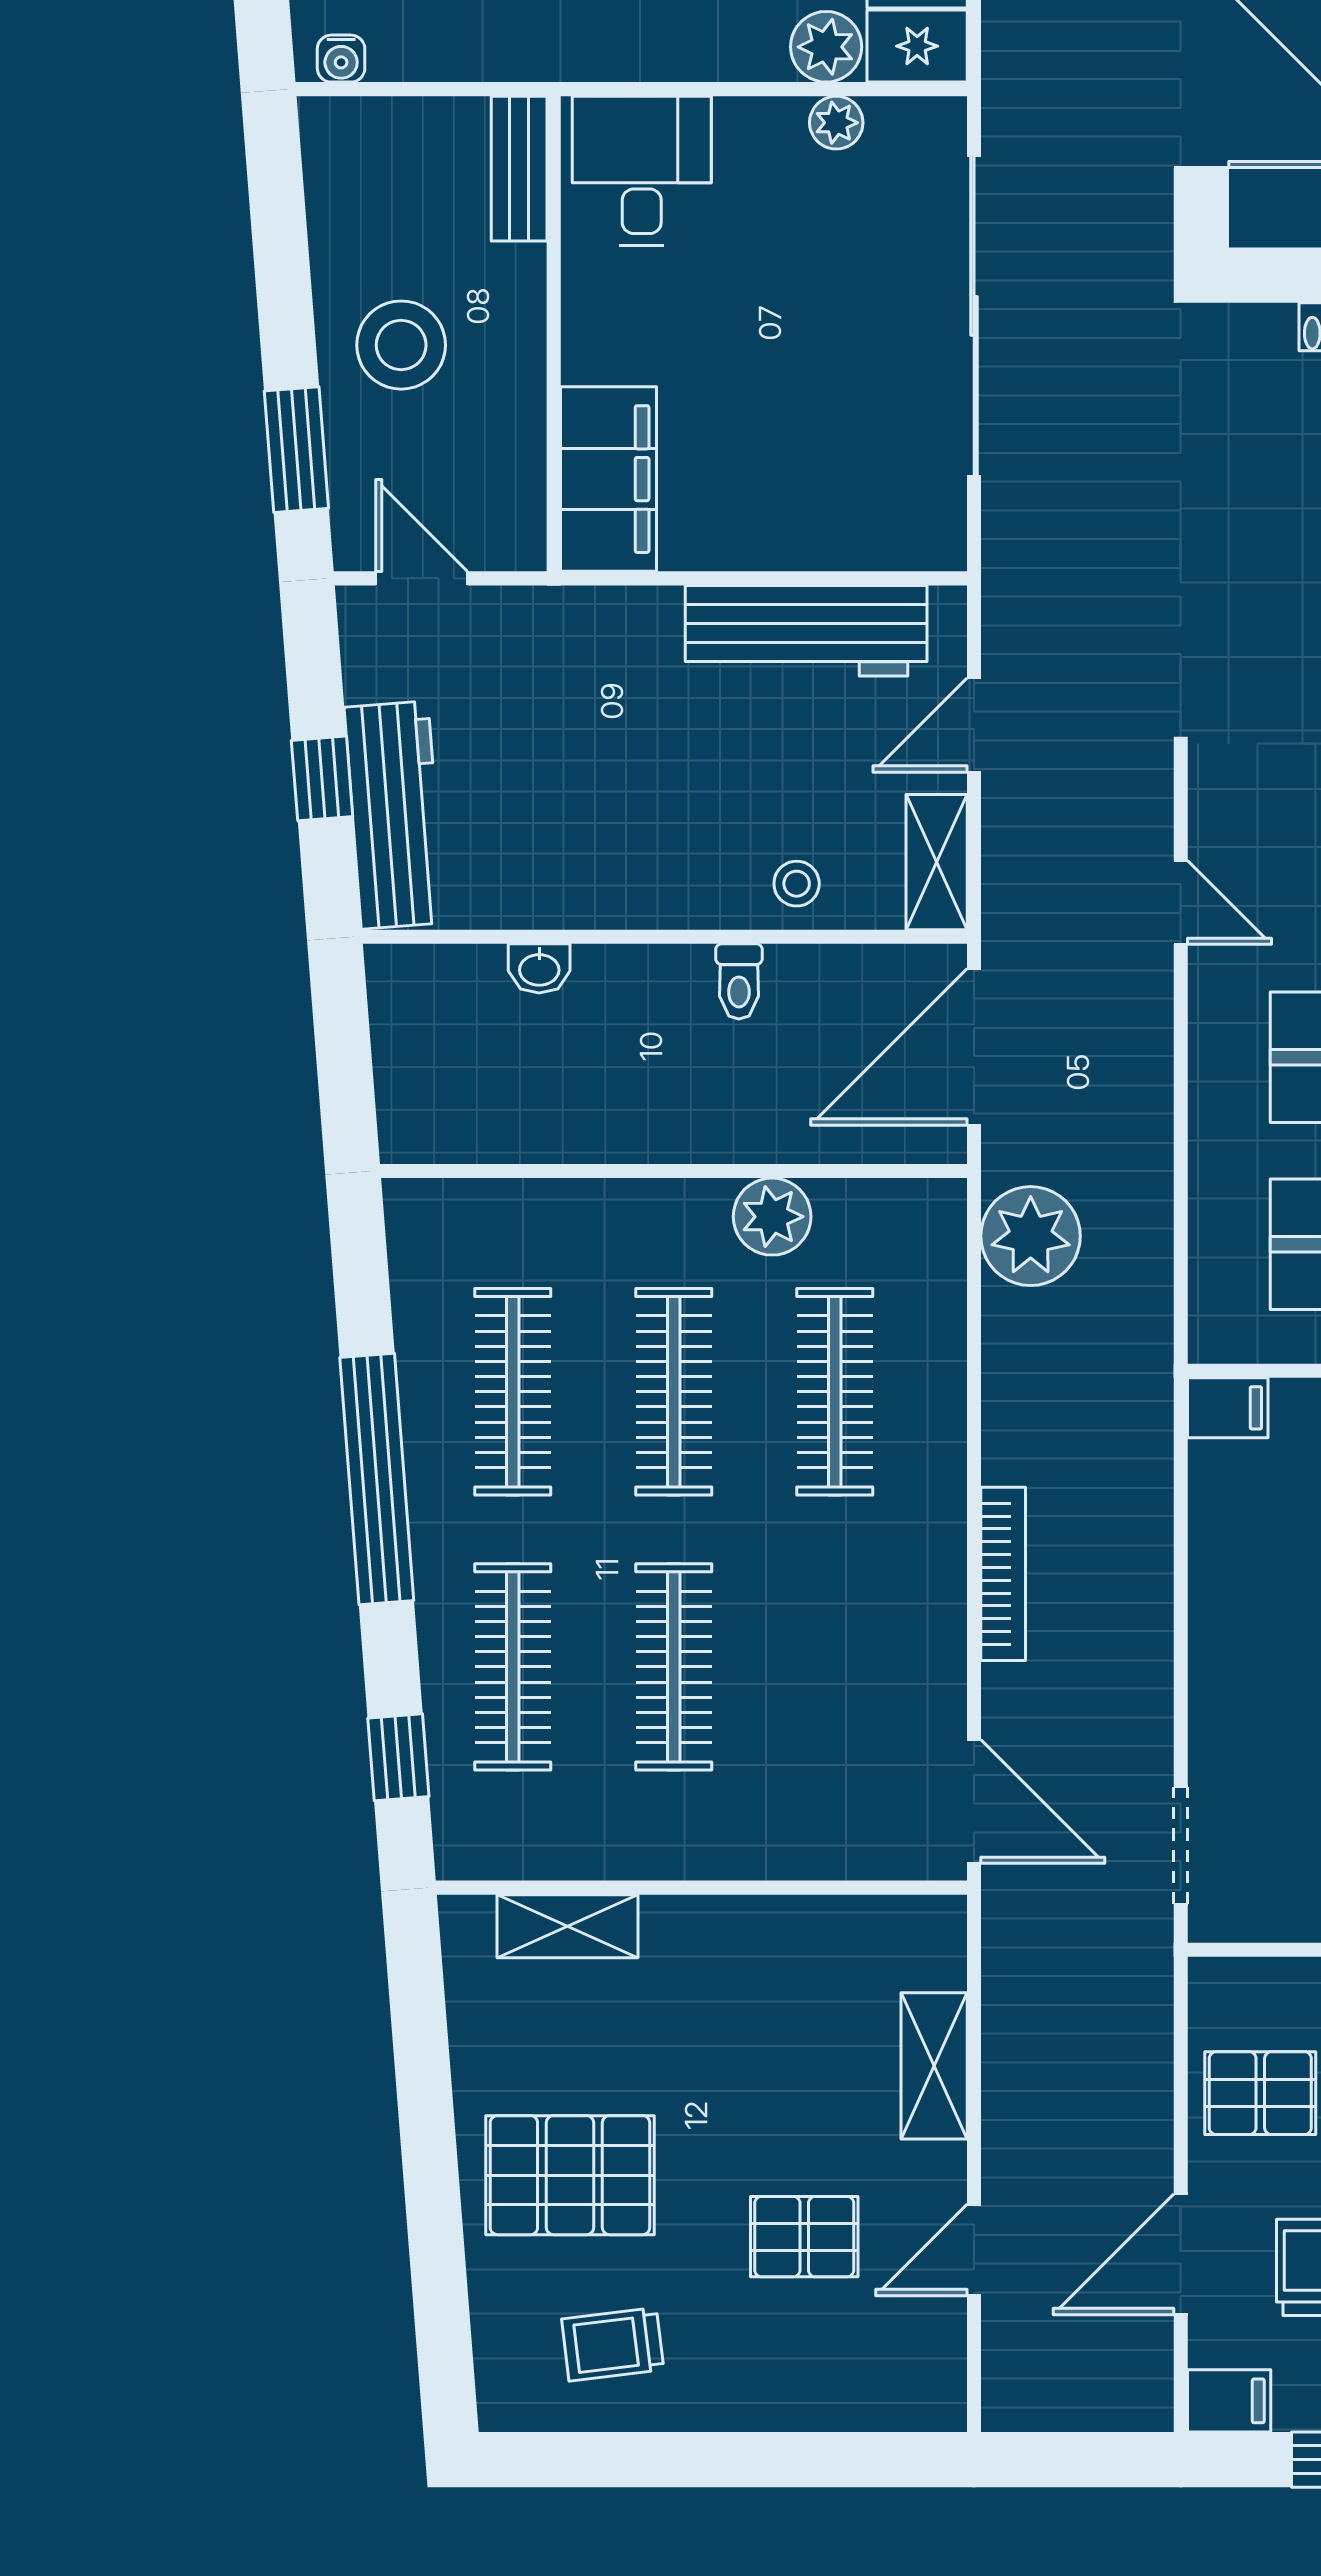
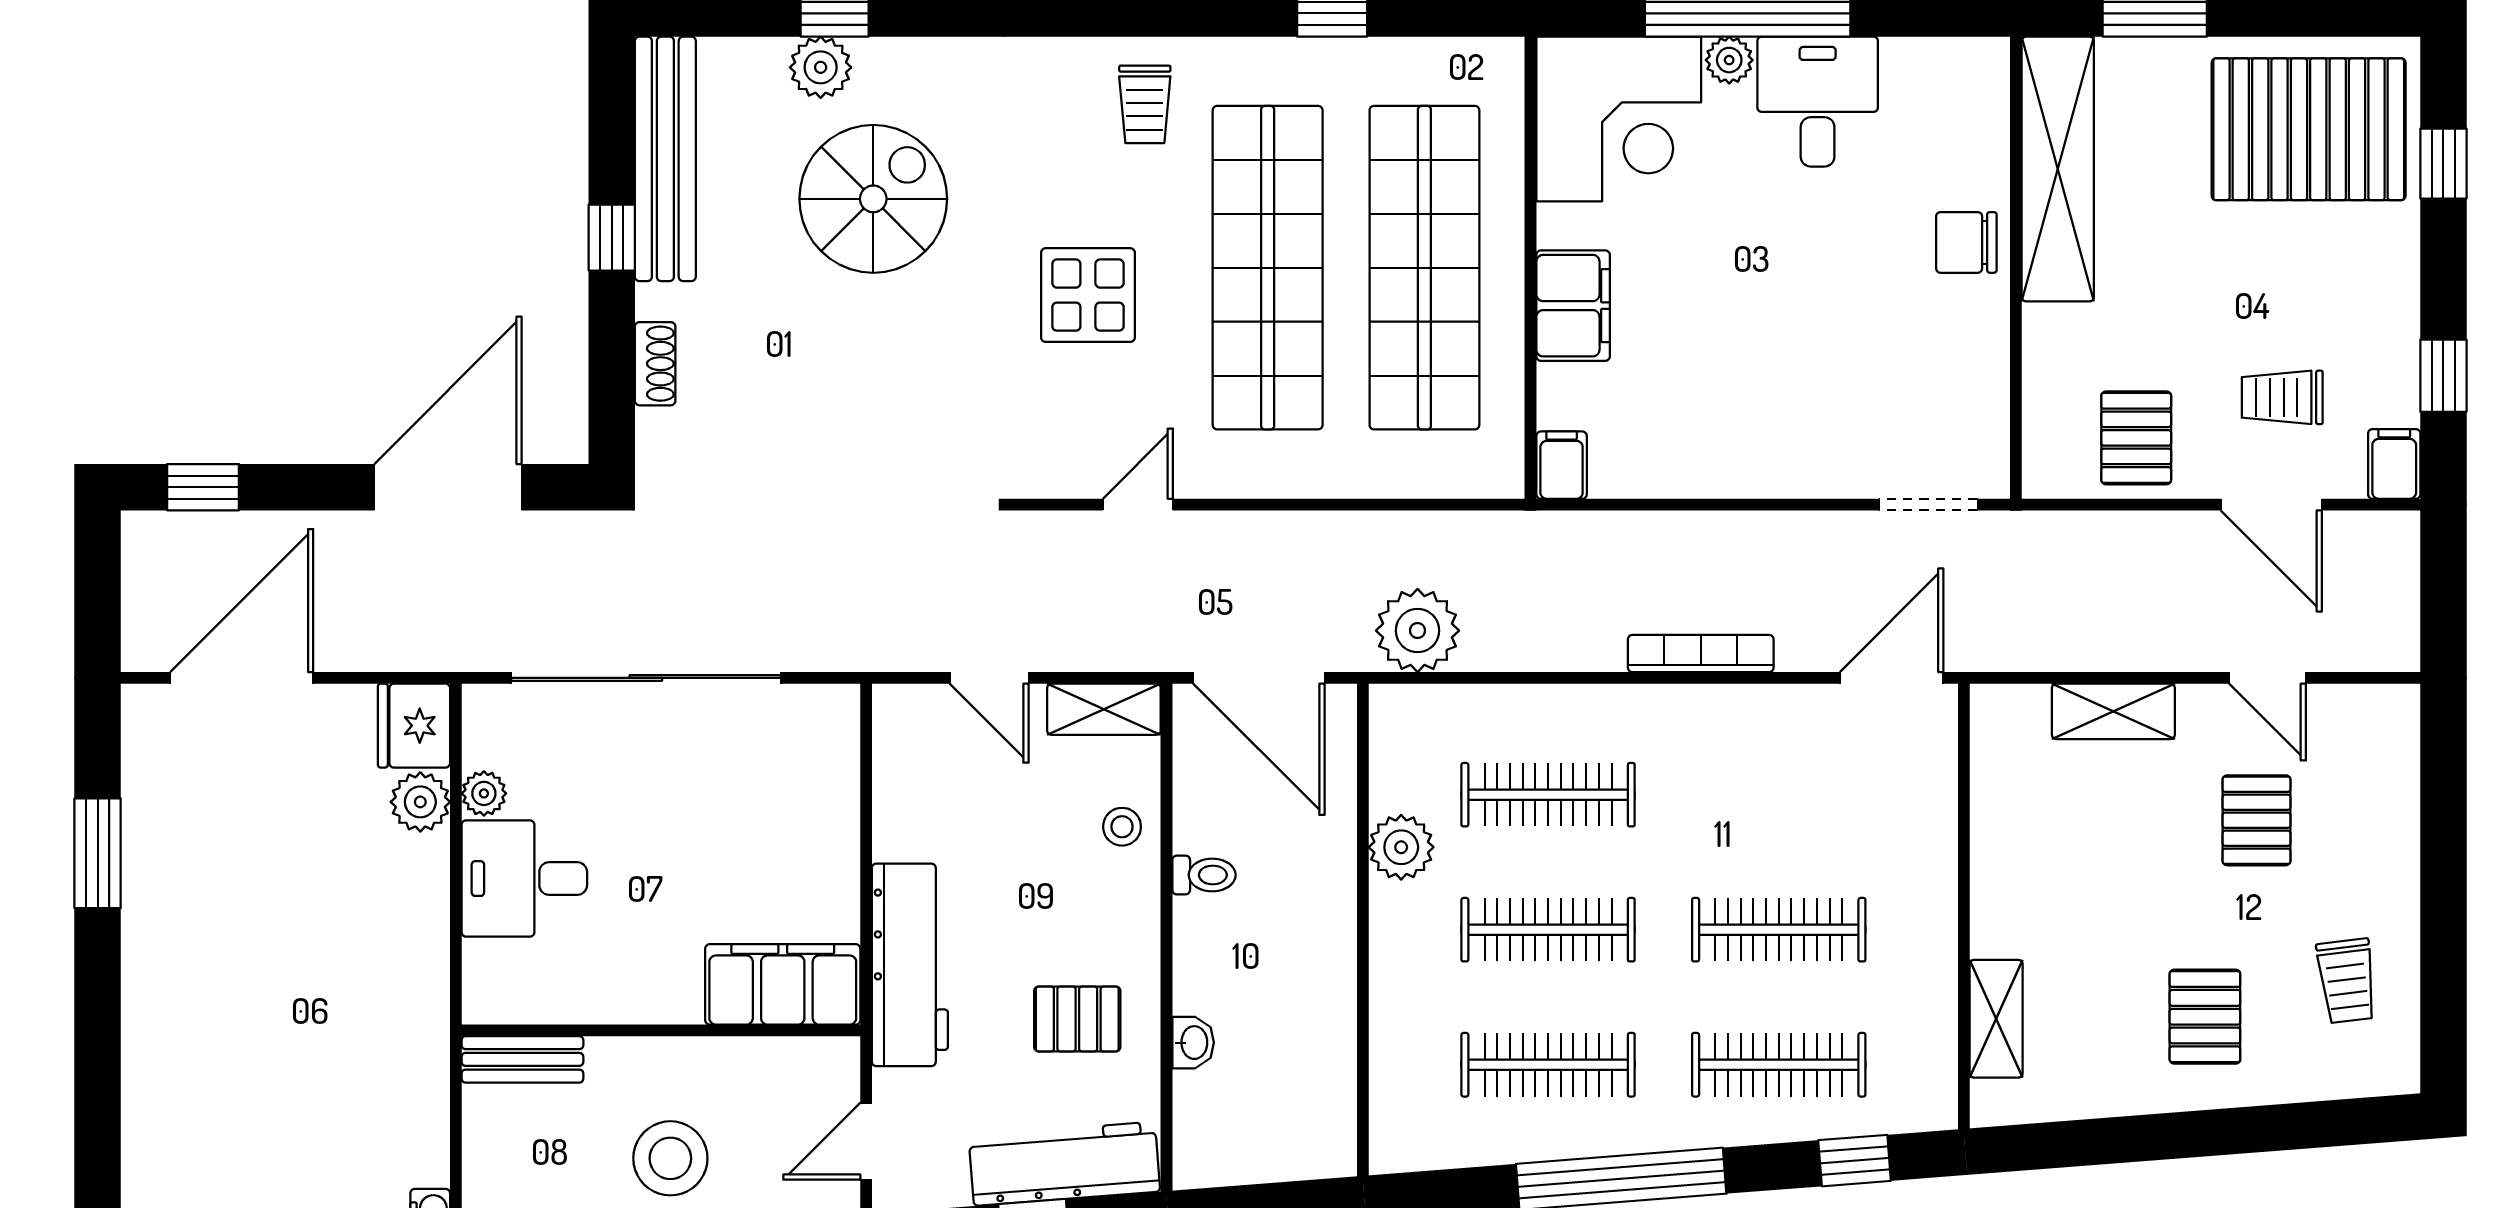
desk: (642, 171) -> (524, 879), moved
workbench: (806, 631) -> (910, 965), moved
pallet: (567, 830) -> (1077, 1019), added
pallet: (570, 2175) -> (2205, 1017), width x0.67, depth x0.71

